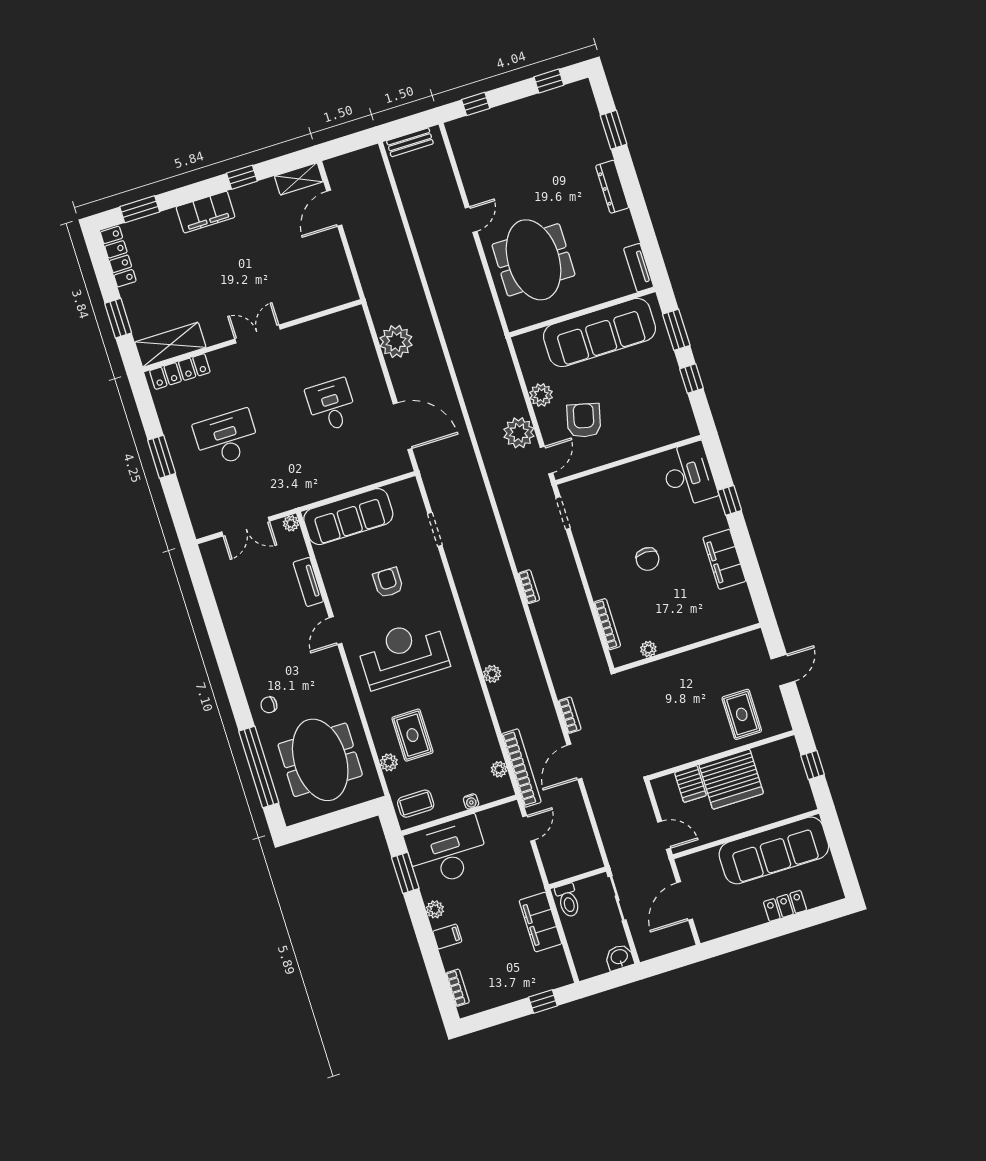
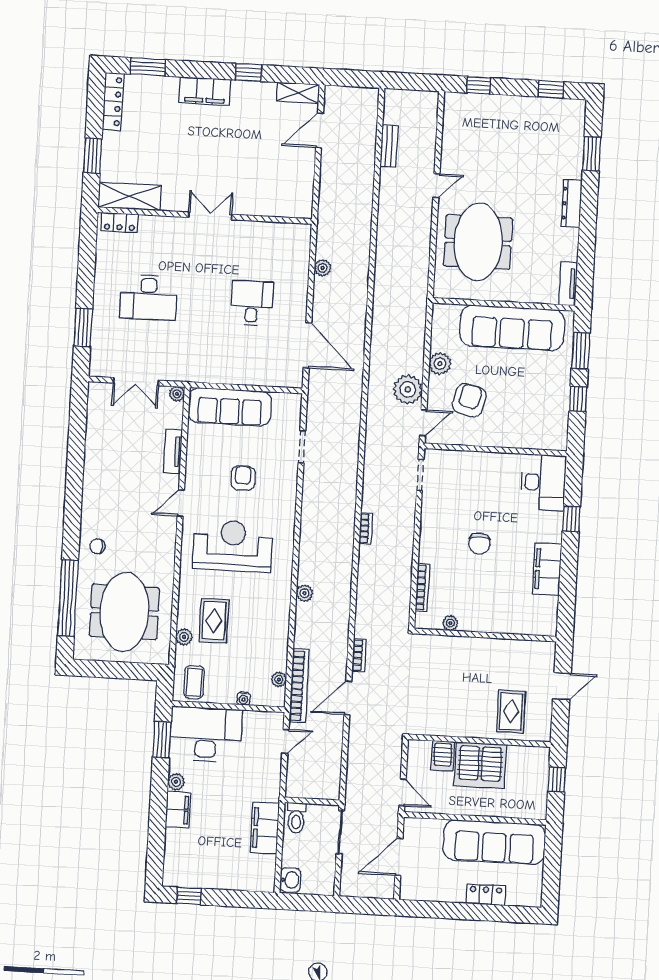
bench: (410, 142) -> (389, 146), moved, turned 90
plant: (396, 341) -> (323, 268), width x0.53, depth x0.53
locker: (180, 371) -> (120, 223), width x0.66
desk: (227, 438) -> (148, 297), turned 180
window: (162, 457) -> (83, 327), moved
coffee table: (416, 804) -> (194, 682), turned 90
filing cabinet: (447, 936) -> (178, 810), width x2.00
washbasin: (619, 957) -> (290, 880), moved, turned 90
bookcase: (458, 988) -> (170, 858), removed
window: (543, 1002) -> (189, 896), moved

